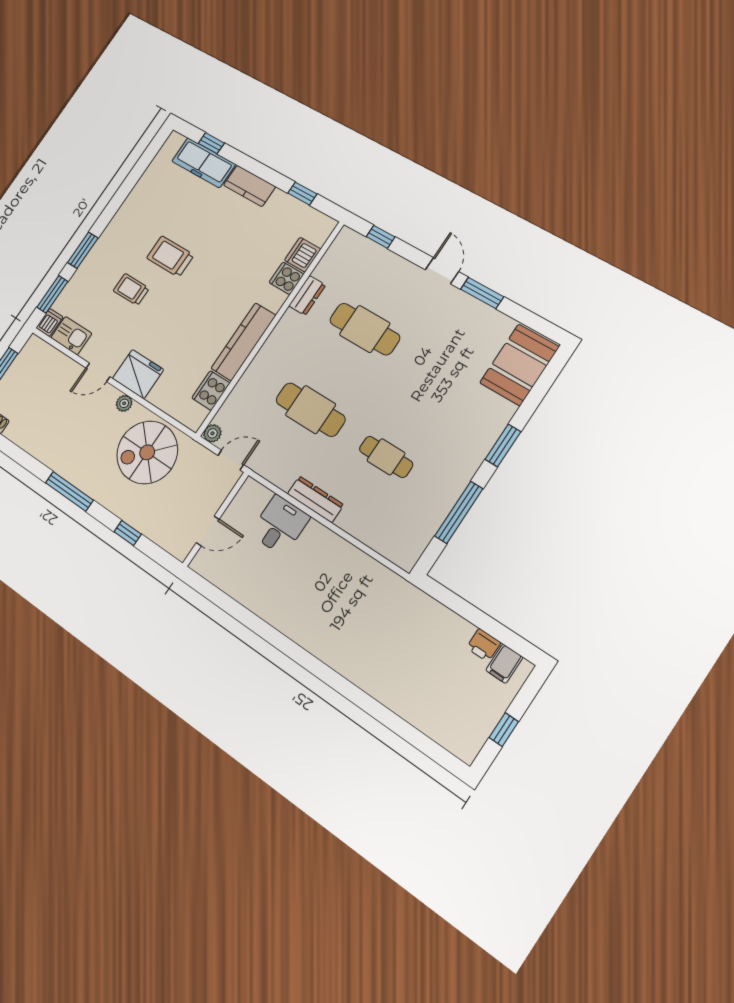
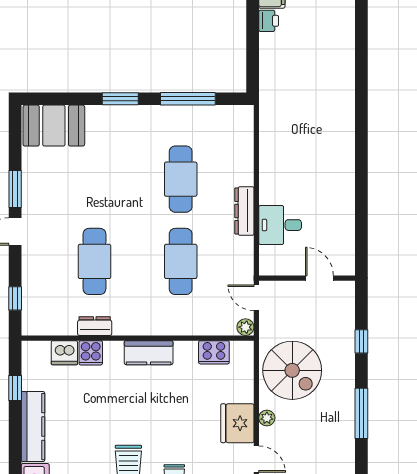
kitchen counter: (250, 186) -> (33, 427), width x1.50
kitchen counter: (244, 342) -> (149, 353), width x0.67
cafe table: (386, 457) -> (181, 179), width x1.37, depth x1.35

